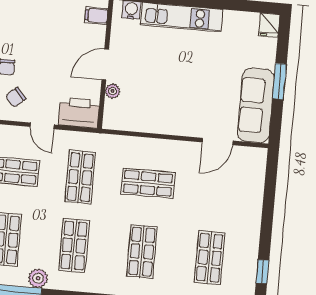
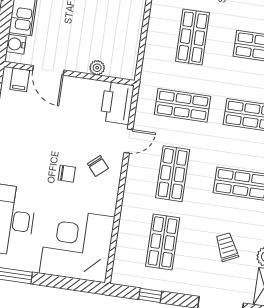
door: (105, 64) -> (48, 70), moved

